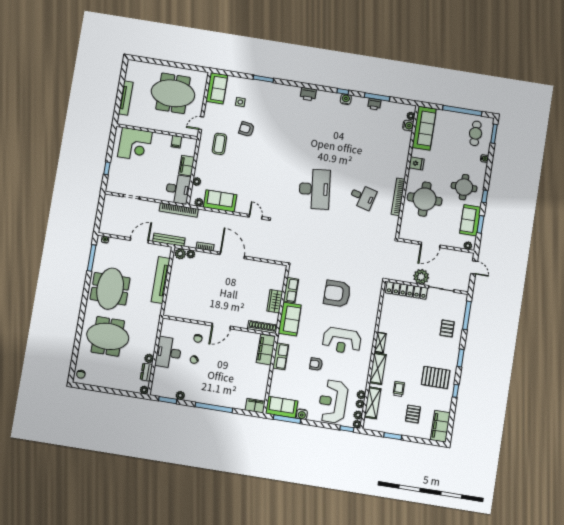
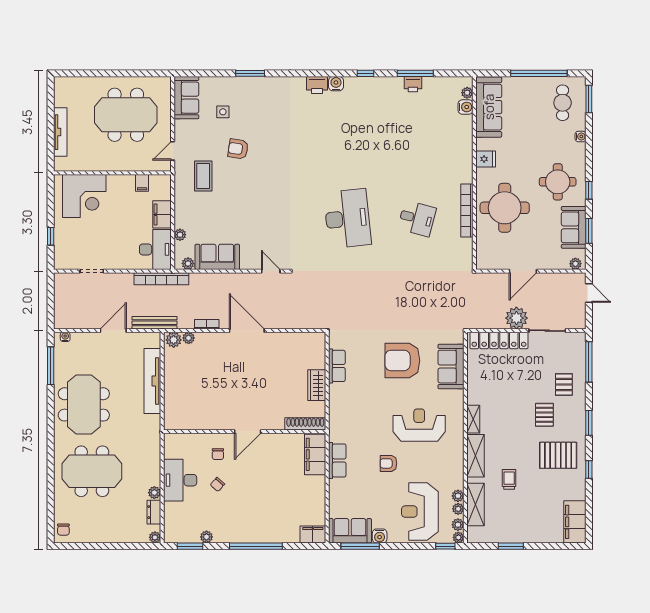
water cooler: (346, 99) -> (336, 84), moved
sofa: (290, 319) -> (451, 367), moved, turned 180
reception desk: (342, 341) -> (419, 425), turned 180
pallet: (413, 414) -> (544, 415), moved

